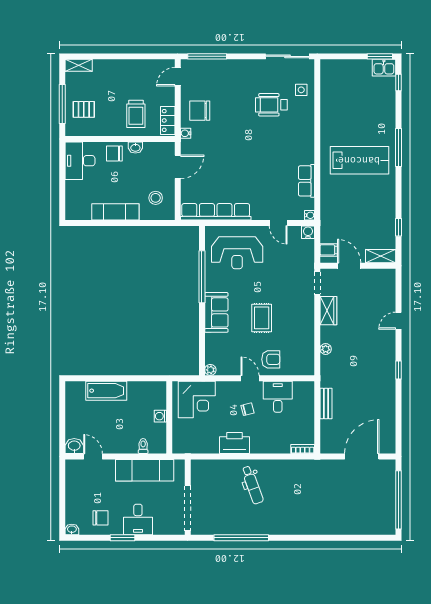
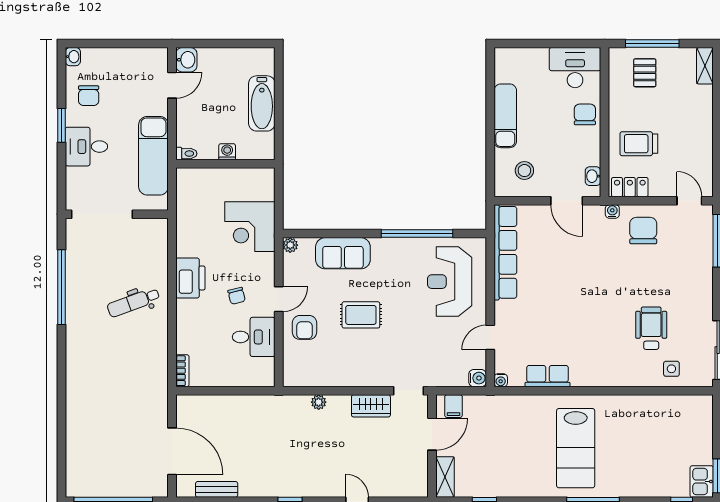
washbasin: (135, 147) -> (593, 176), moved
sofa: (216, 312) -> (343, 253), moved
bench: (326, 404) -> (217, 489), moved
washing machine: (160, 416) -> (227, 152), moved
wall: (169, 417) -> (225, 164), moved

